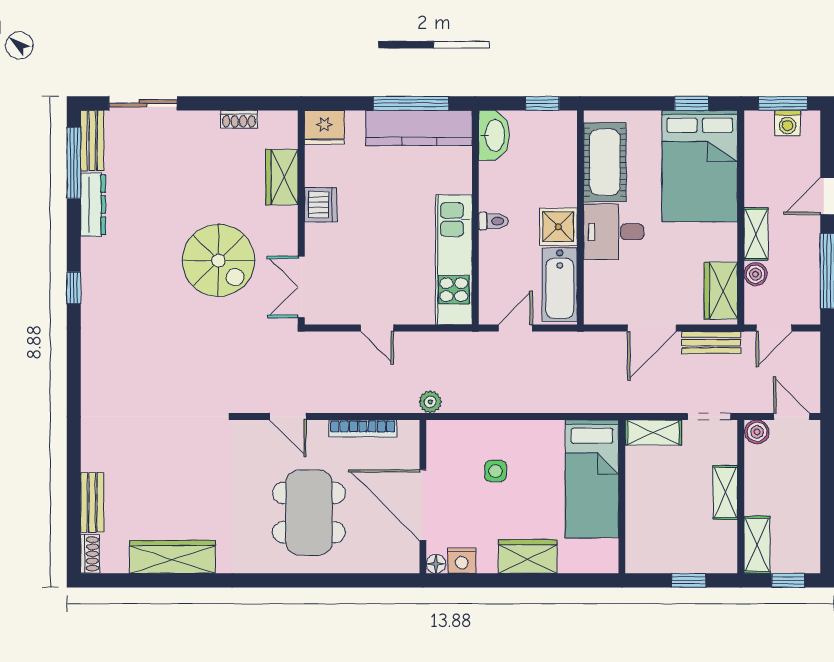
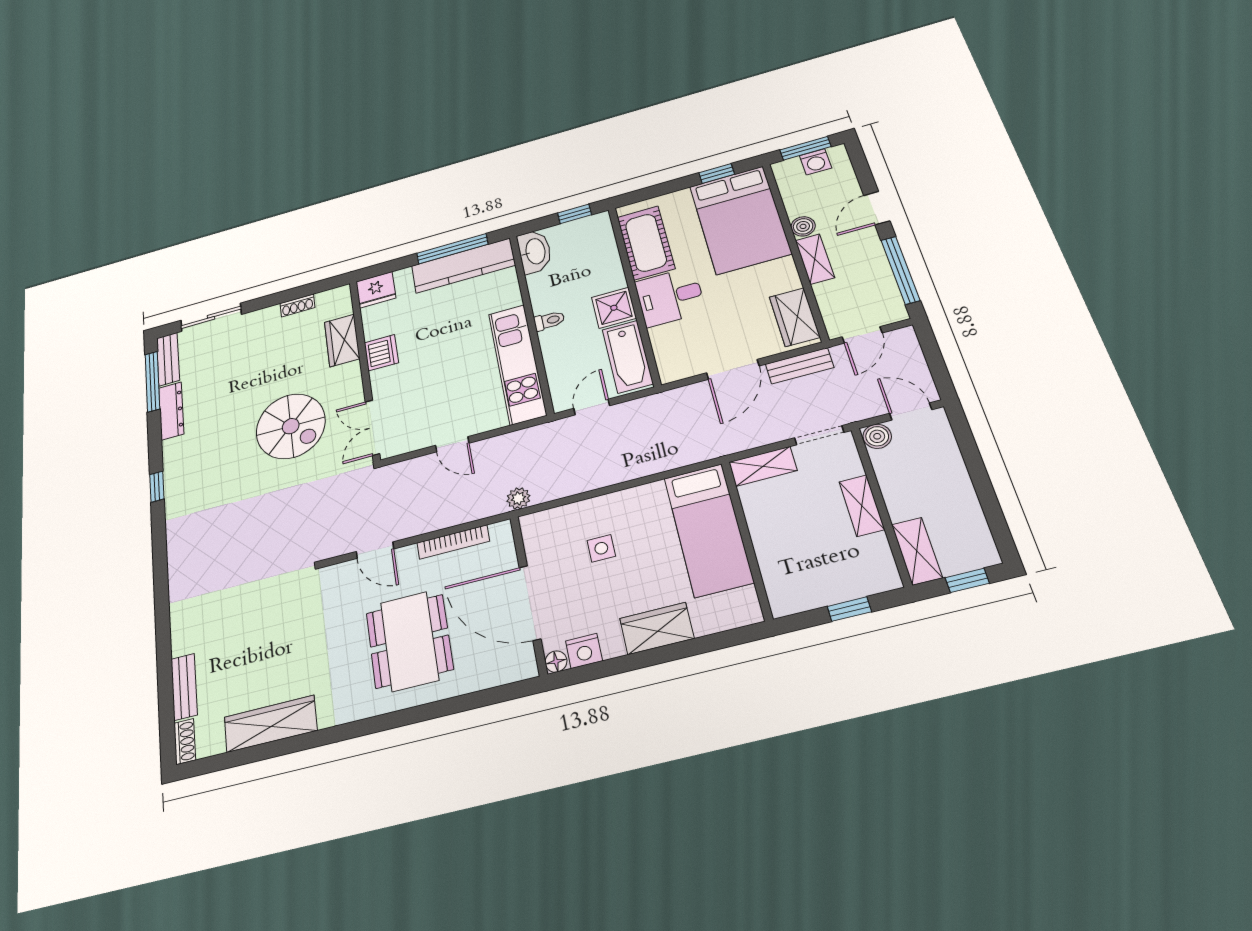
boiler: (756, 274) -> (803, 226), moved

